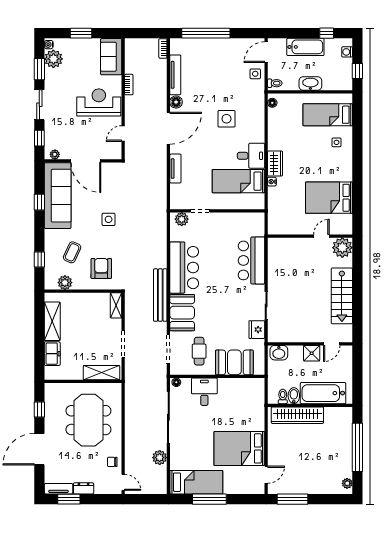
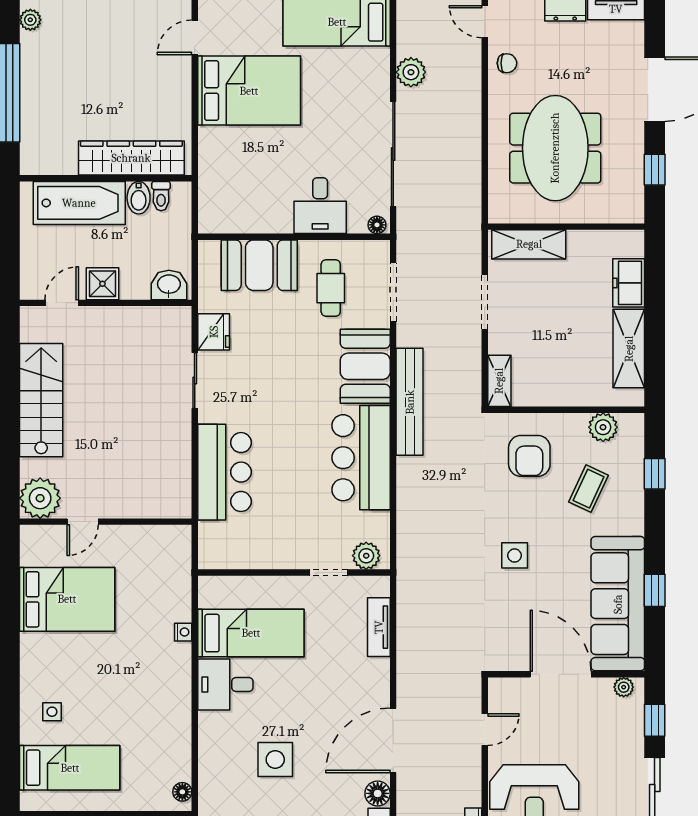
wardrobe: (275, 163) -> (177, 669), removed
tv unit: (175, 169) -> (379, 627), moved

